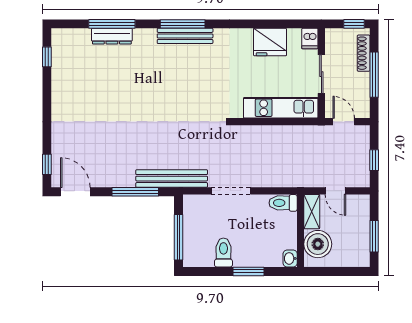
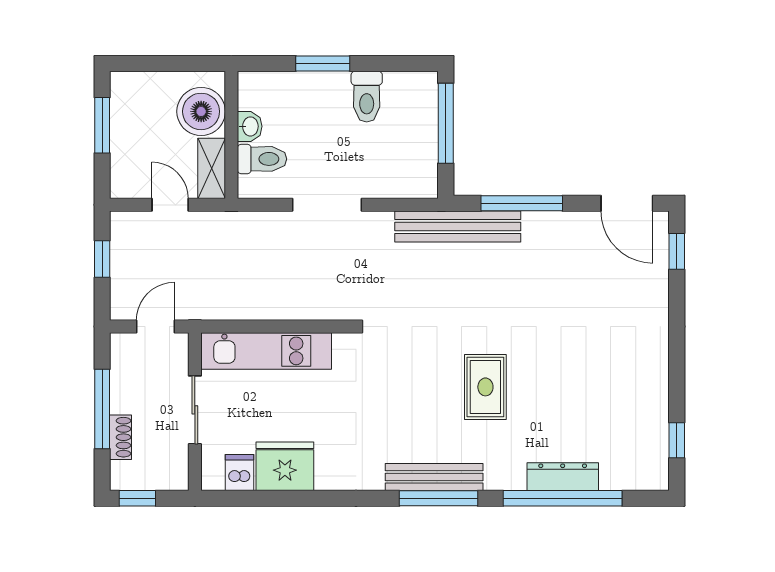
window: (112, 24) -> (563, 498), width x1.46
dishwasher: (310, 39) -> (240, 472), moved
shoe rack: (364, 53) -> (121, 437), width x0.70
rug: (156, 87) -> (485, 387), added
door: (344, 122) -> (156, 326), swing flipped
doorway: (231, 191) -> (327, 205), moved
toilet: (283, 203) -> (262, 159), moved
washbasin: (290, 258) -> (250, 126), moved

